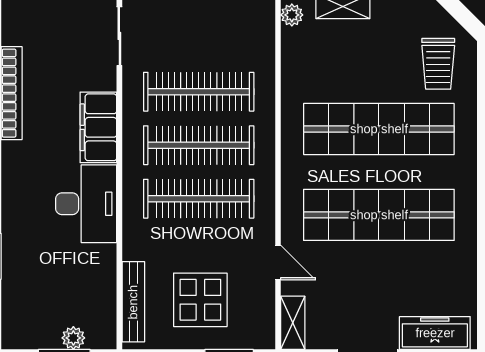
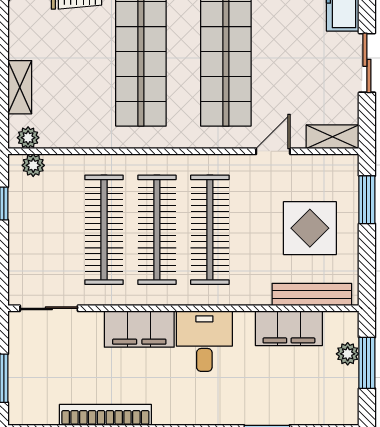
plant: (264, 20) -> (33, 165), added
desk: (86, 204) -> (204, 341), width x0.73
filing cabinet: (99, 279) -> (289, 328), added

